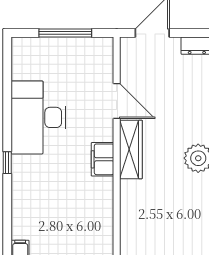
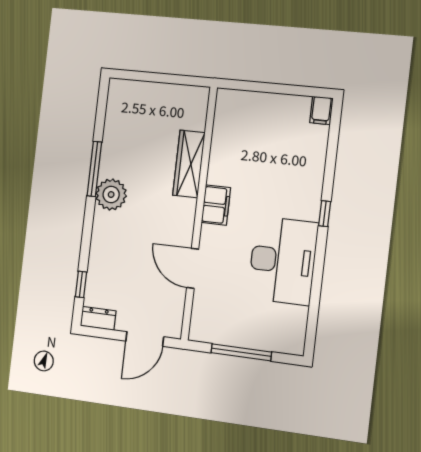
wardrobe: (131, 149) -> (189, 164), moved

